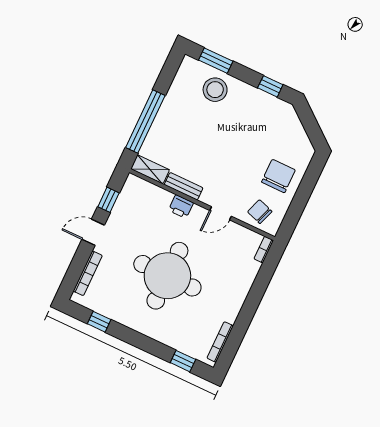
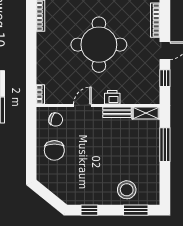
window: (145, 122) -> (165, 145), width x0.68

